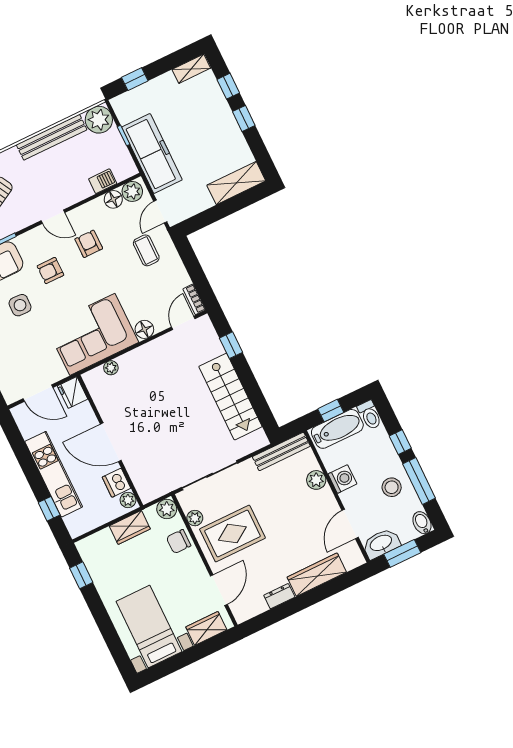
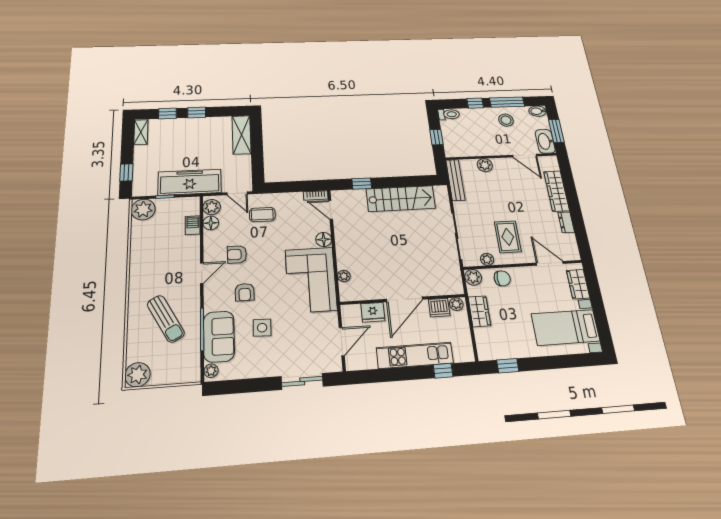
bench: (52, 137) -> (138, 249), removed
fridge: (73, 392) -> (373, 312), moved
bathtub: (337, 429) -> (452, 138), removed
washing machine: (342, 479) -> (490, 148), removed
rug: (232, 534) -> (508, 237), width x0.73, depth x0.70
chair: (179, 541) -> (502, 278), turned -90

